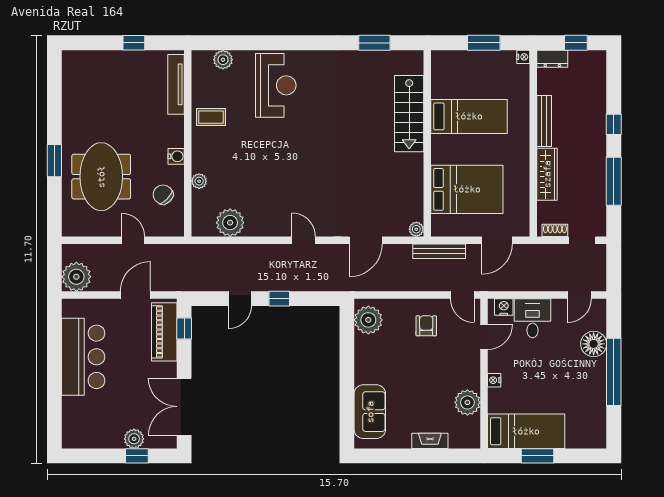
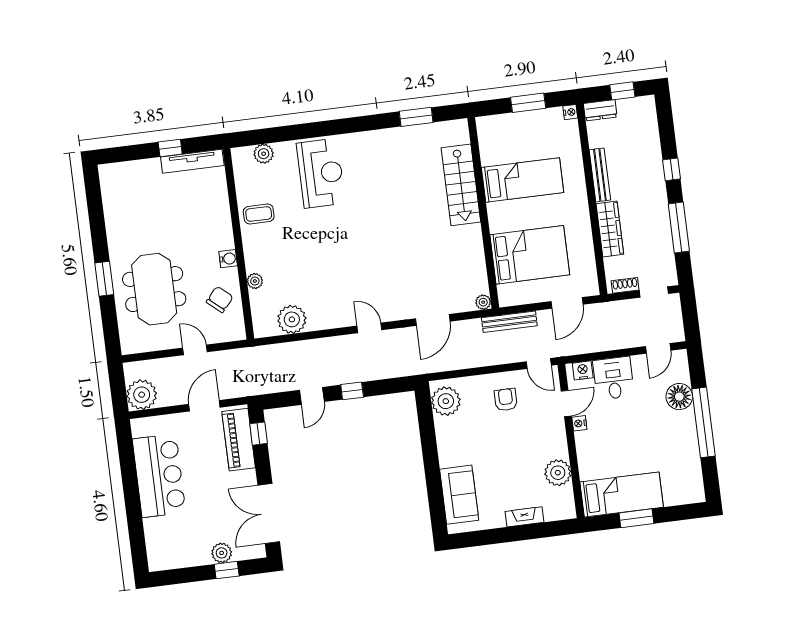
tv unit: (176, 84) -> (192, 161), moved, turned -90
chair: (163, 195) -> (220, 299), turned 86
nightstand: (494, 380) -> (579, 423), moved

